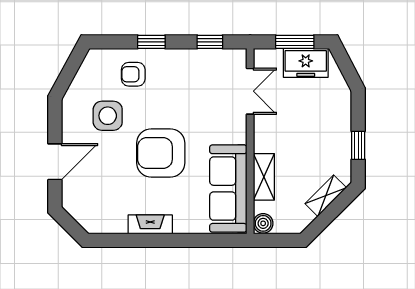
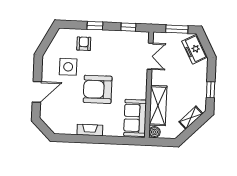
freezer: (306, 63) -> (195, 49), moved, turned 62
armchair: (133, 74) -> (84, 44), turned 90
shelving: (264, 177) -> (158, 106), width x1.50, depth x1.33
sofa: (228, 189) -> (135, 118), width x0.73

